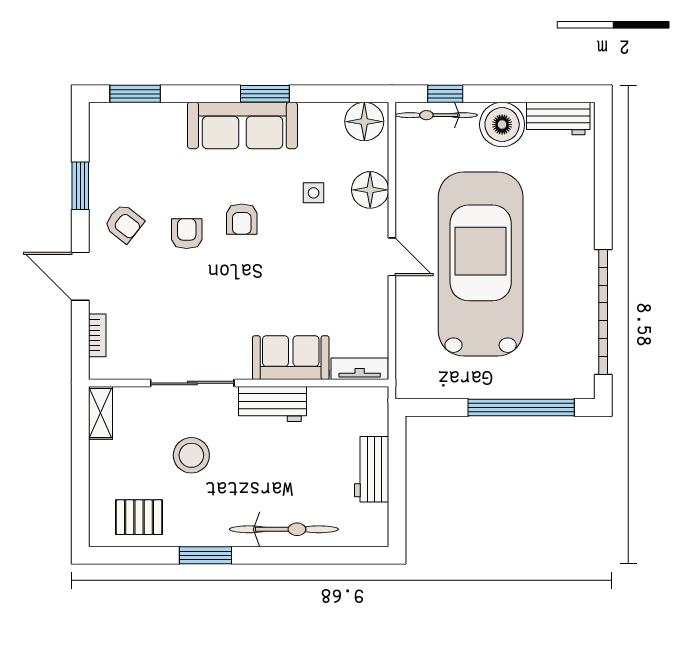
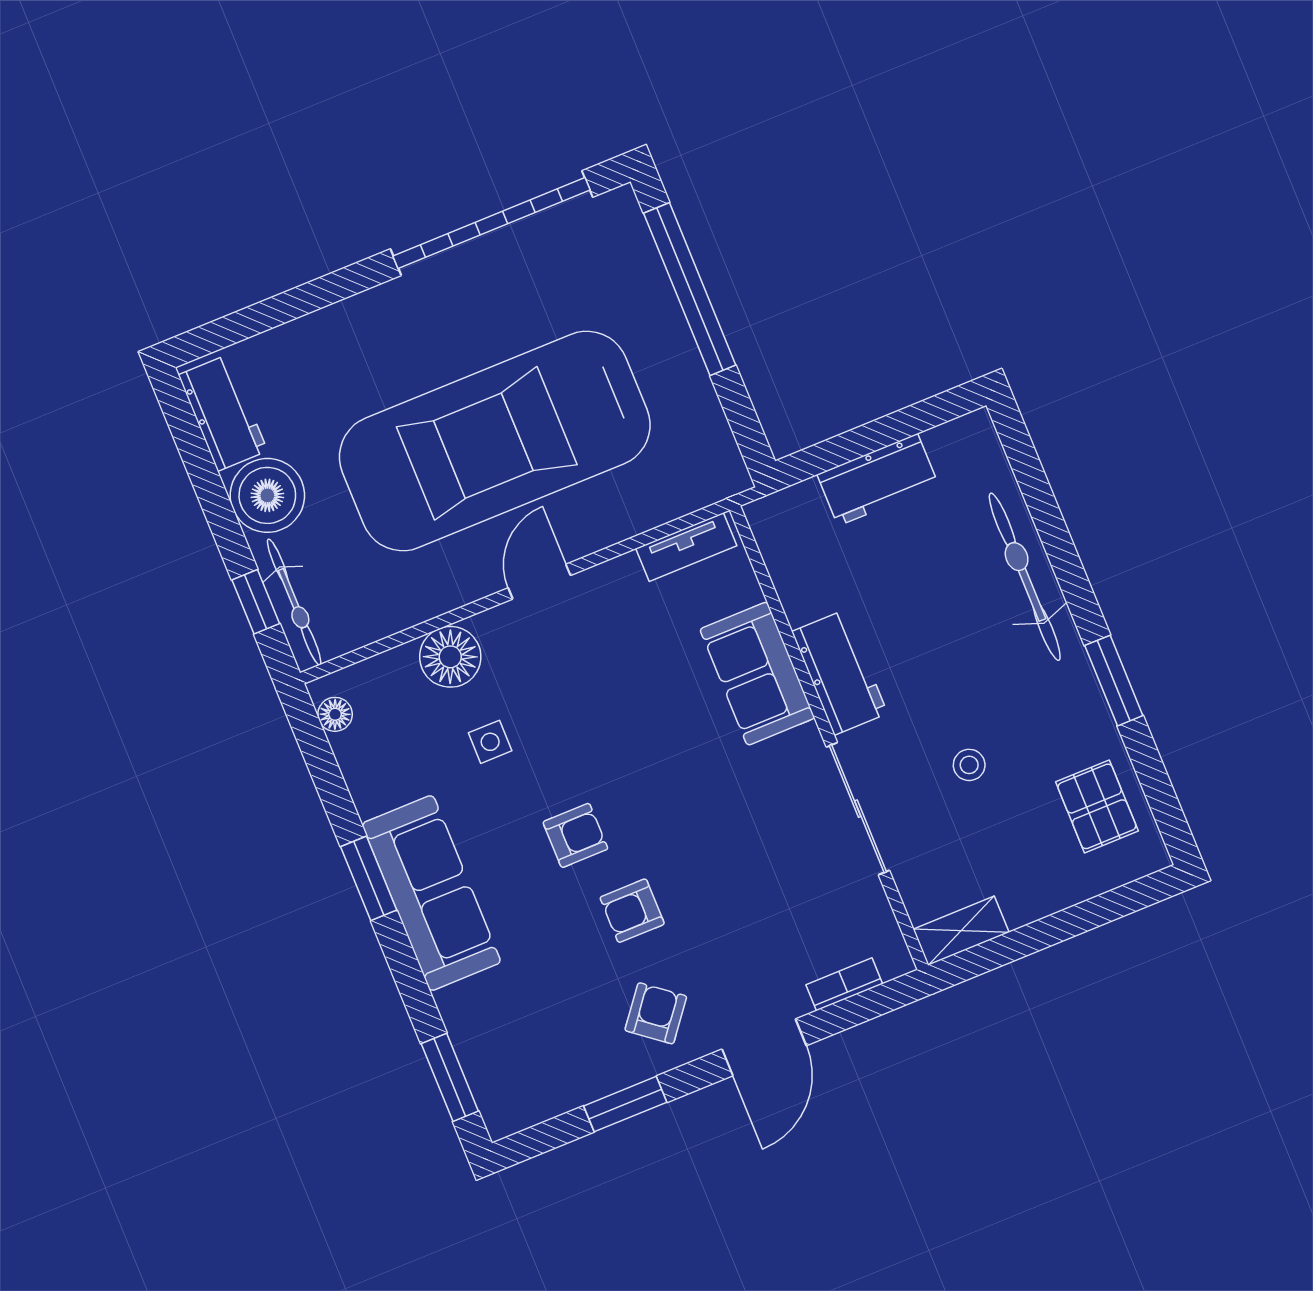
floor lamp: (364, 122) -> (335, 714), width x0.53, depth x0.53
tv unit: (360, 369) -> (686, 547), moved, turned -90
stool: (191, 455) -> (969, 765), width x0.53, depth x0.53

